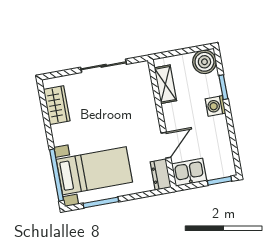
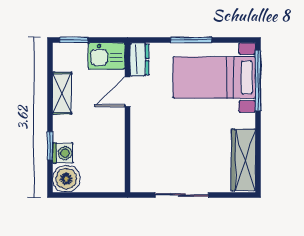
shelving: (165, 84) -> (62, 93), moved
wardrobe: (57, 105) -> (243, 160), width x1.50
washing machine: (215, 106) -> (63, 153), moved
window: (101, 202) -> (191, 40), moved

